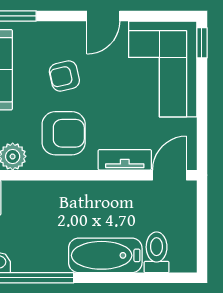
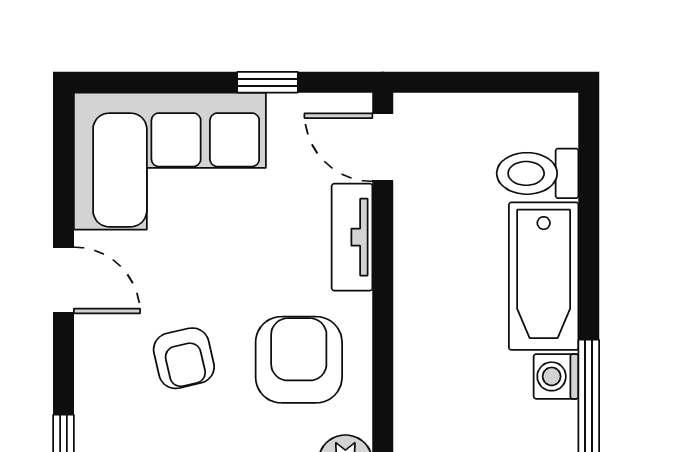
window: (202, 43) -> (267, 82), moved
washing machine: (55, 262) -> (556, 376), added

